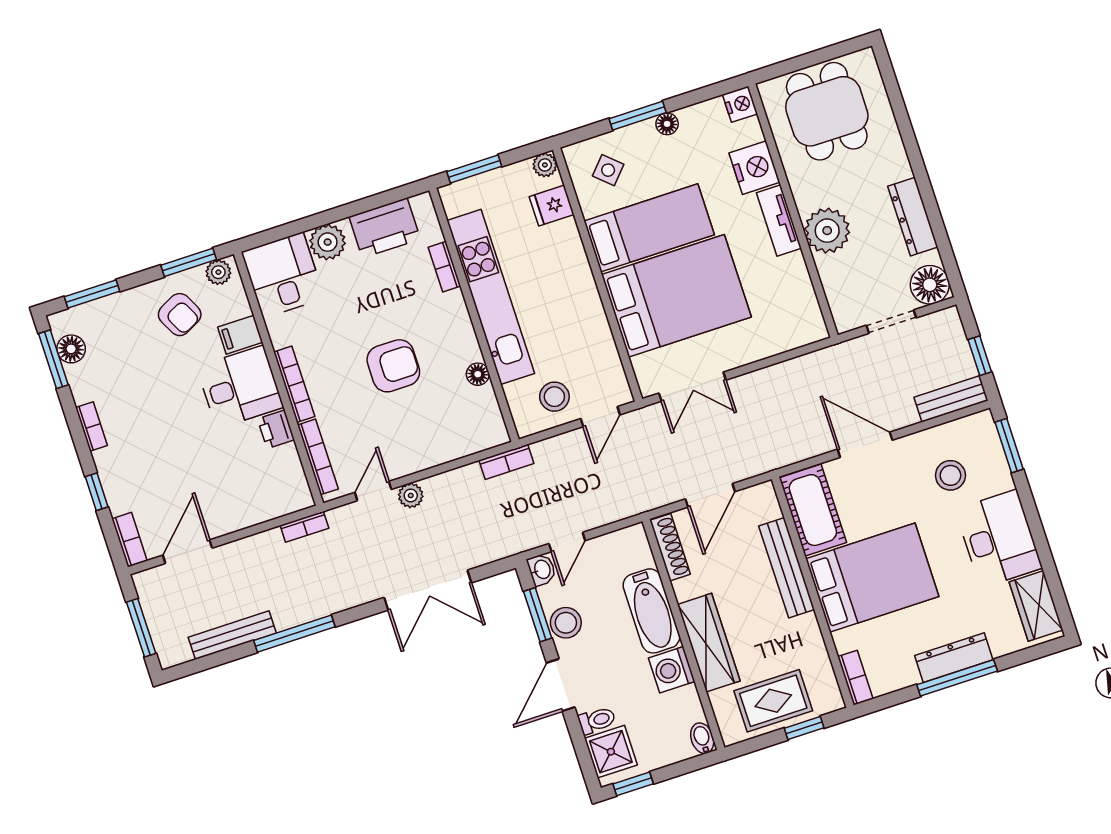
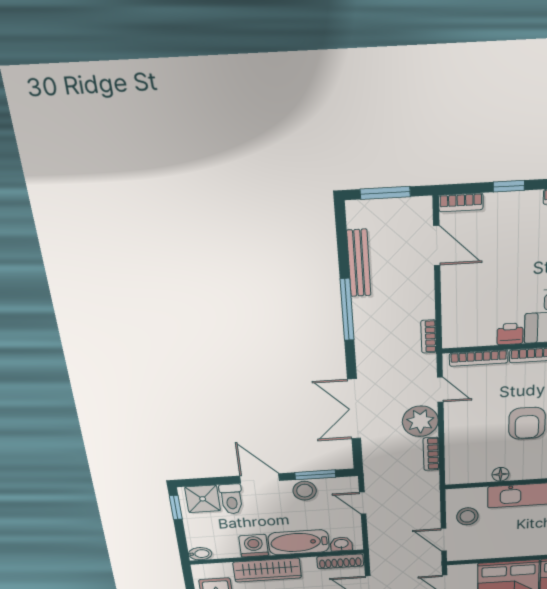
bookcase: (506, 462) -> (431, 454), moved
plant: (411, 495) -> (420, 421), width x1.88, depth x1.88
washbasin: (542, 570) -> (341, 544), moved, turned 180
toilet: (597, 720) -> (231, 499), width x1.37, depth x1.39

